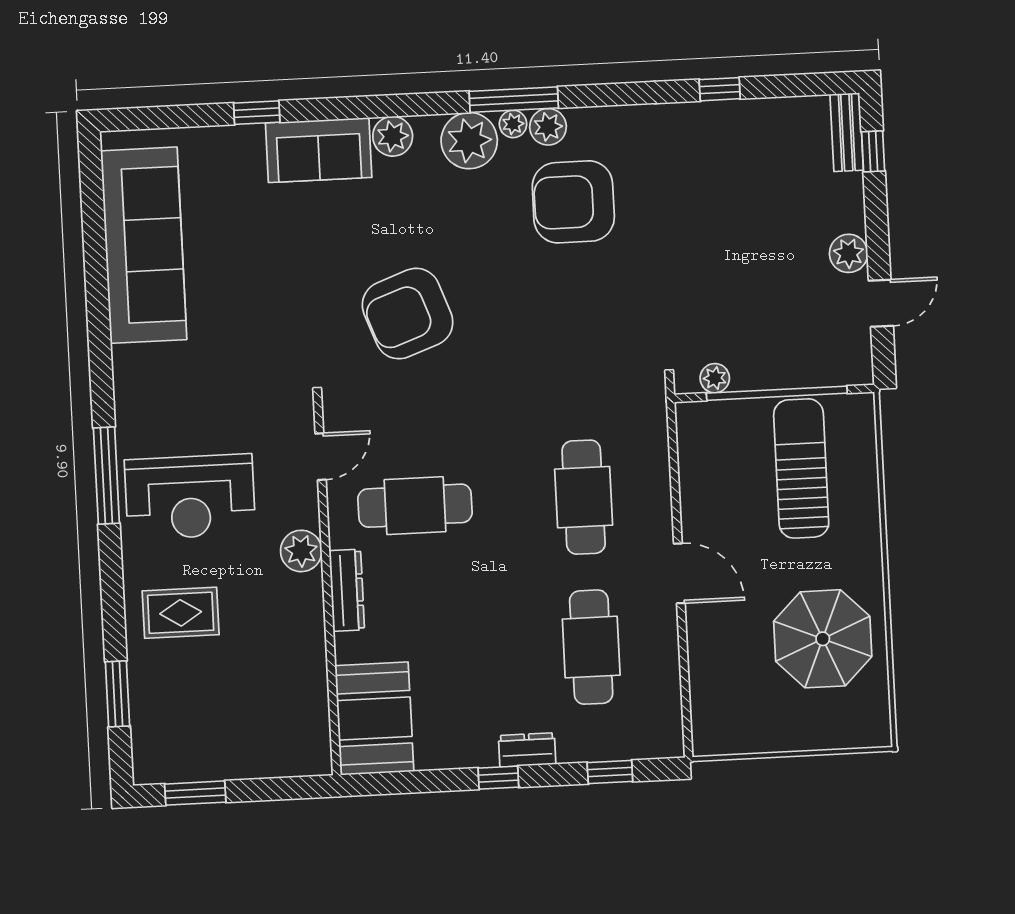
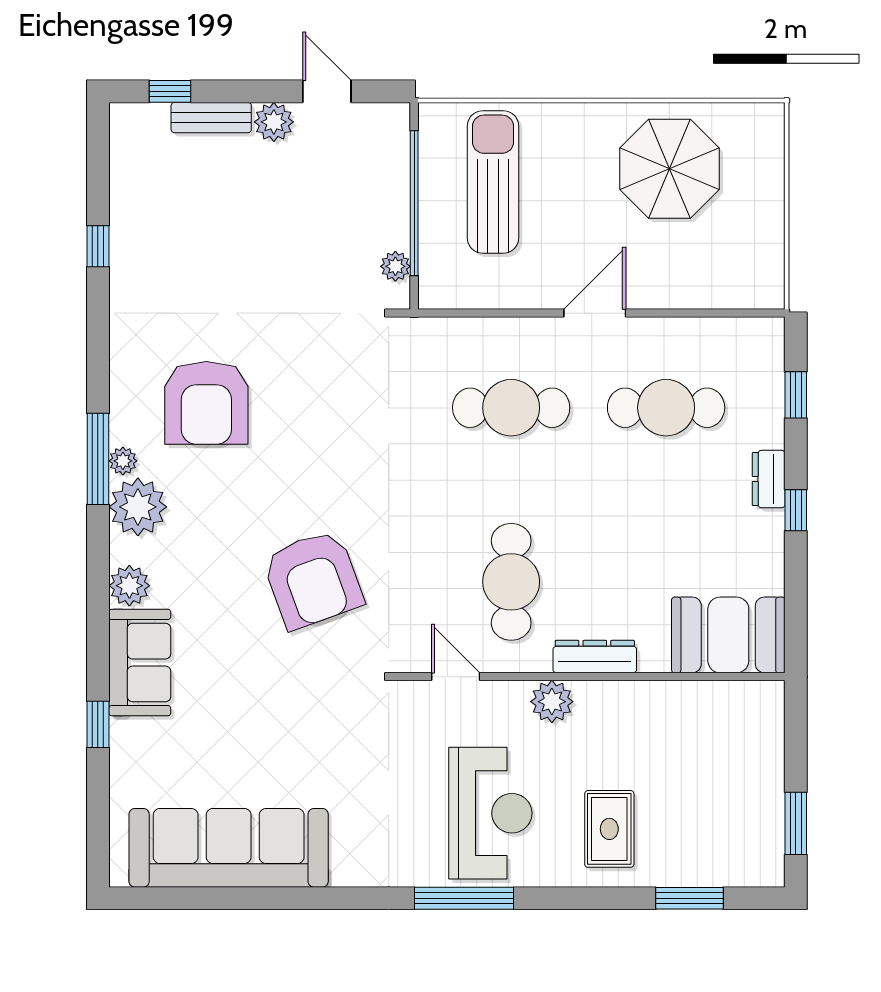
plant: (548, 127) -> (128, 425), removed
bench: (847, 132) -> (211, 118), moved
sun lounger: (801, 468) -> (493, 182), turned 90

